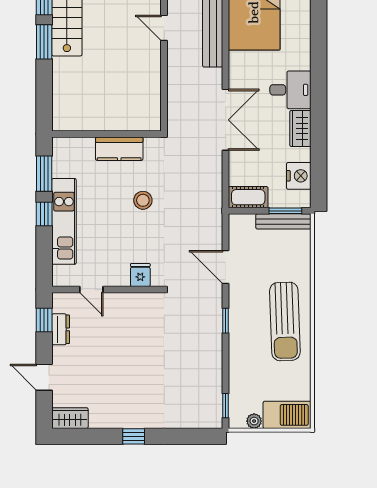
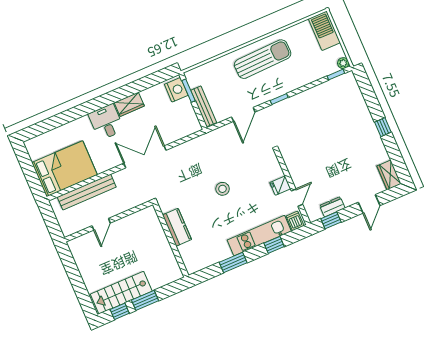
wall: (107, 134) -> (171, 240), moved
kitchen counter: (119, 149) -> (177, 227), moved
nightstand: (299, 176) -> (176, 90), moved, turned 90
cot: (248, 197) -> (190, 119), removed
window: (44, 214) -> (274, 245), moved
bench: (283, 221) -> (204, 106), moved
dishwasher: (63, 275) -> (295, 221), added
fridge: (140, 275) -> (280, 186), moved
plant: (254, 421) -> (343, 63), moved

